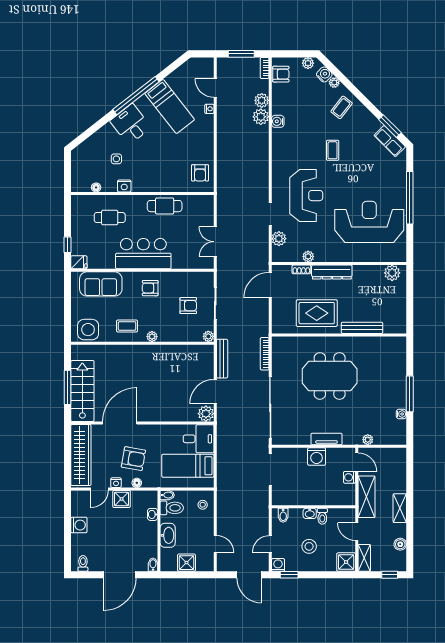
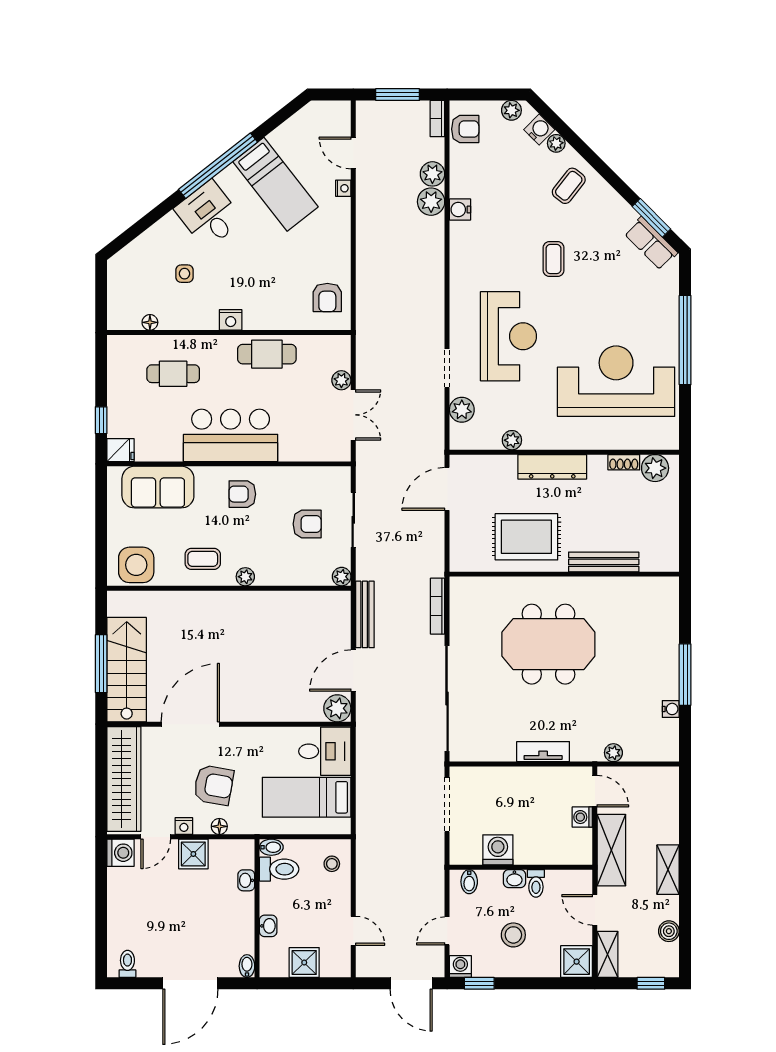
nightstand: (124, 186) -> (231, 320), moved
plant: (208, 221) -> (341, 380), added
double door: (215, 242) -> (353, 415), swing flipped
shoe rack: (301, 269) -> (624, 462), moved
washing machine: (317, 457) -> (498, 850), moved, turned 180
washing machine: (79, 525) -> (121, 853), moved
washbasin: (168, 535) -> (268, 926), width x0.52, depth x0.69

